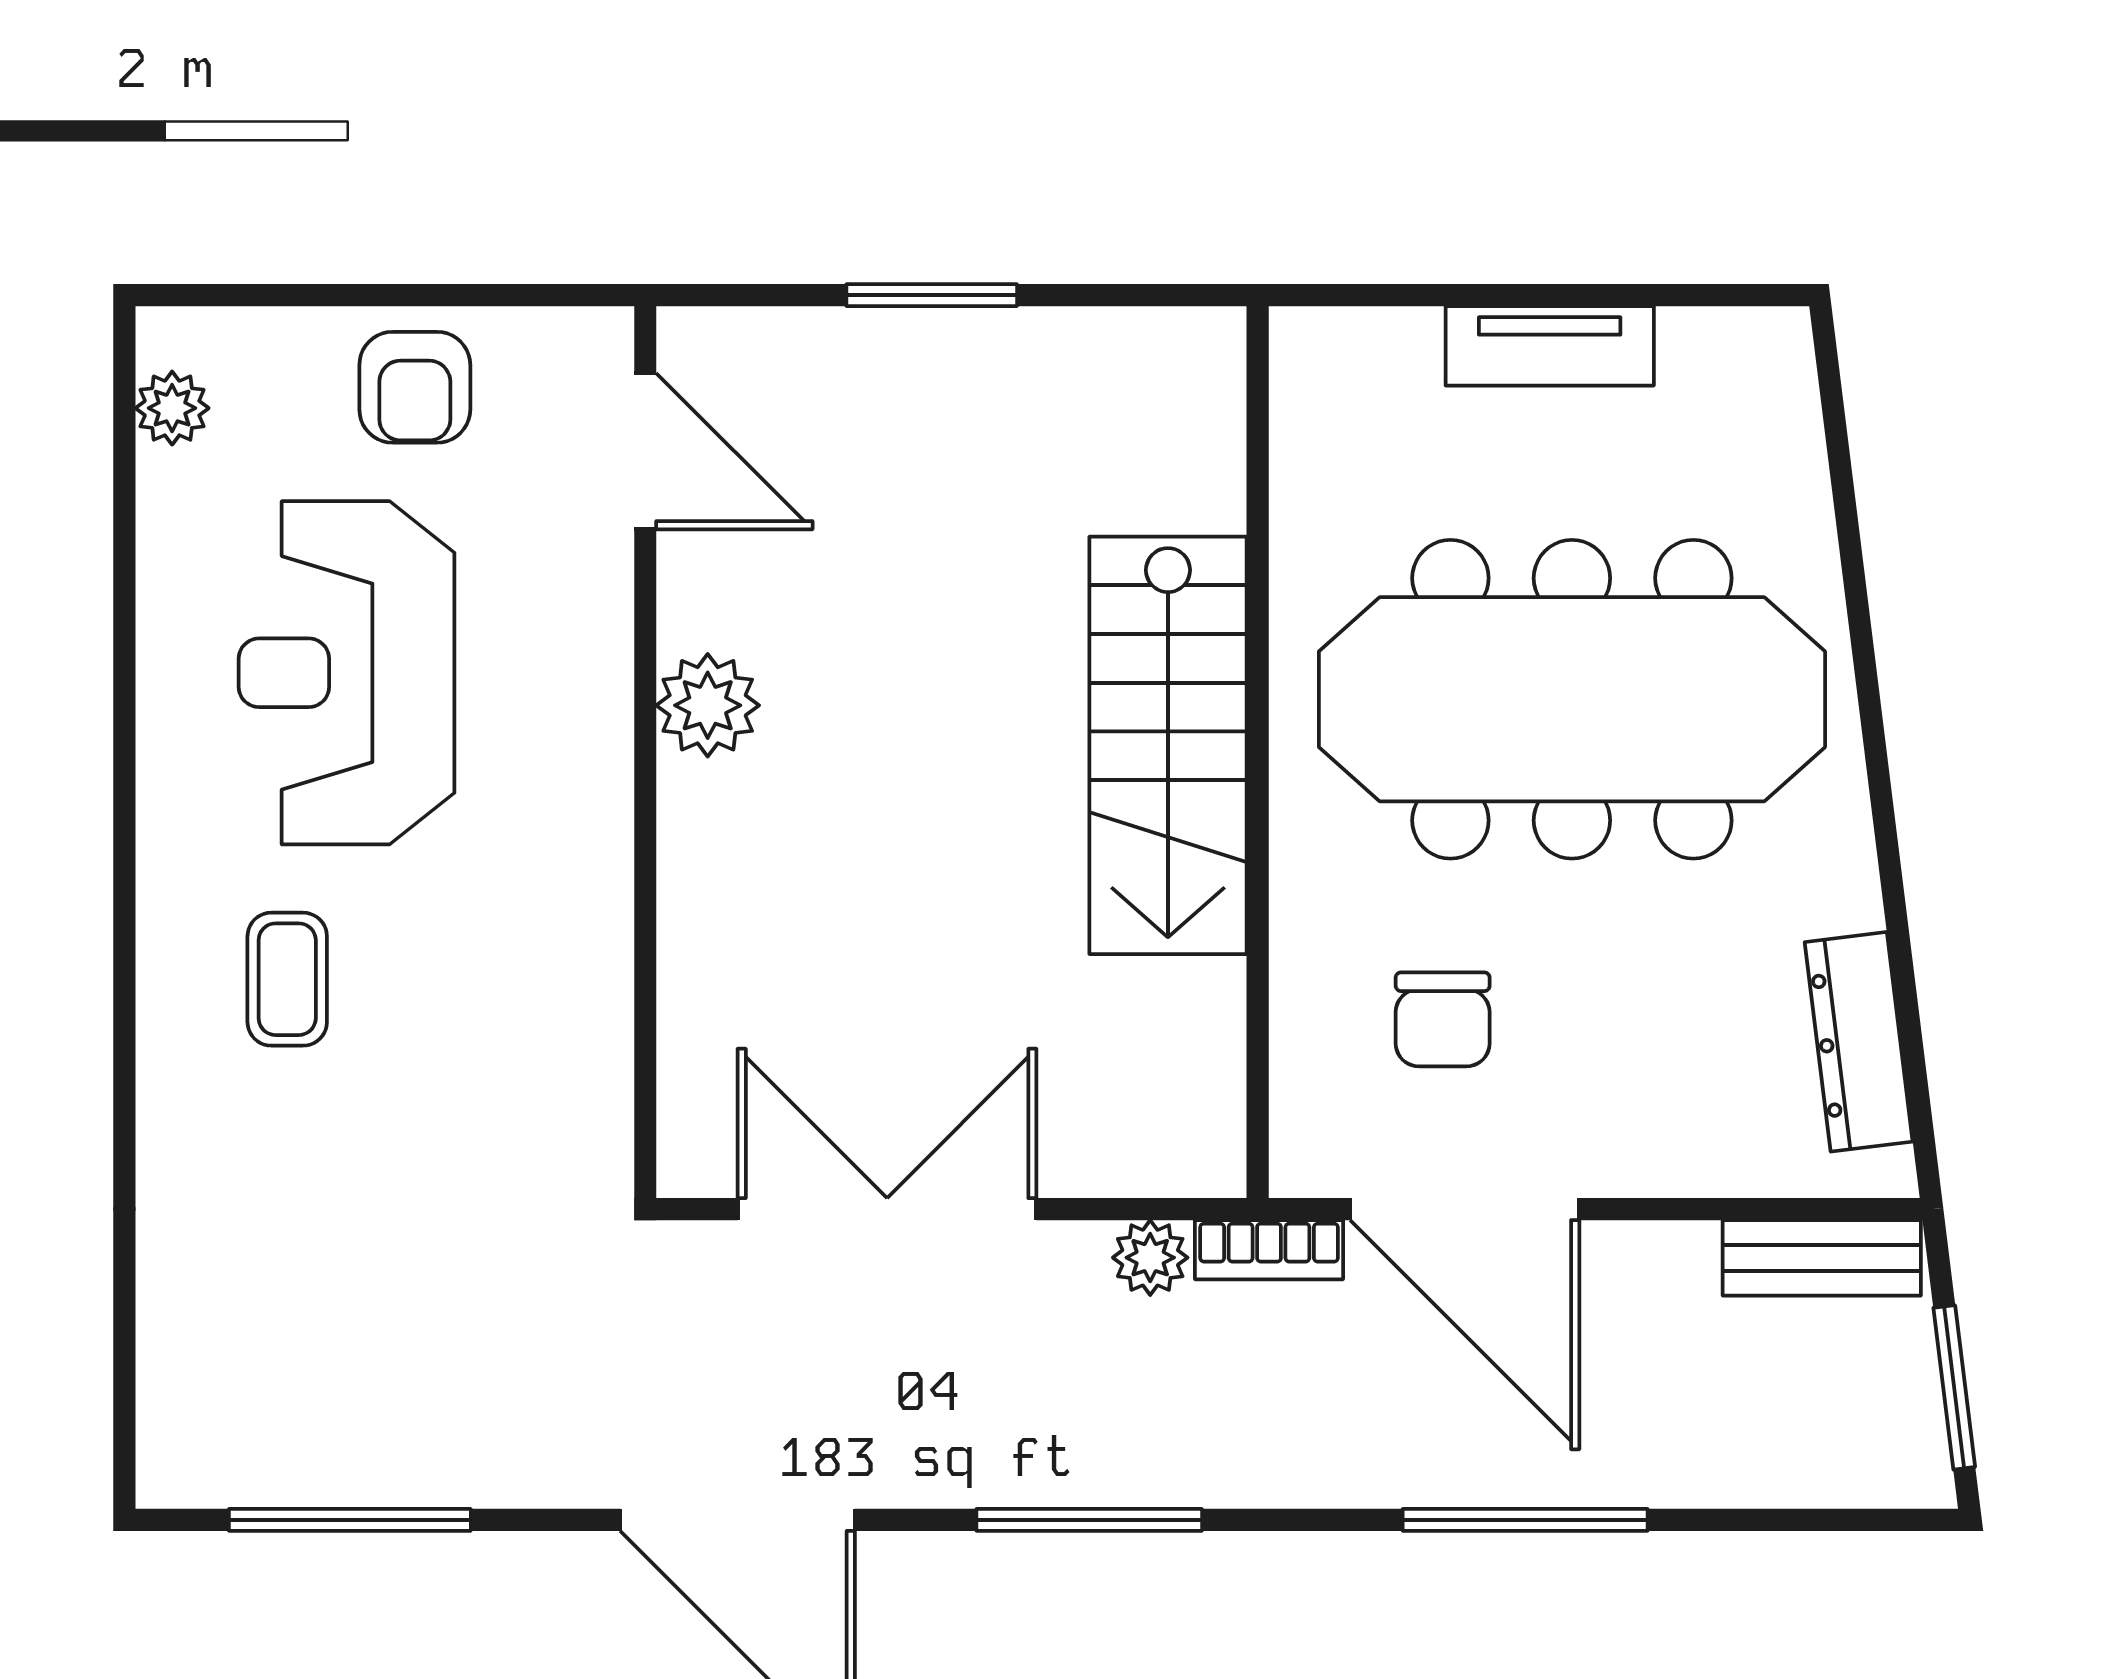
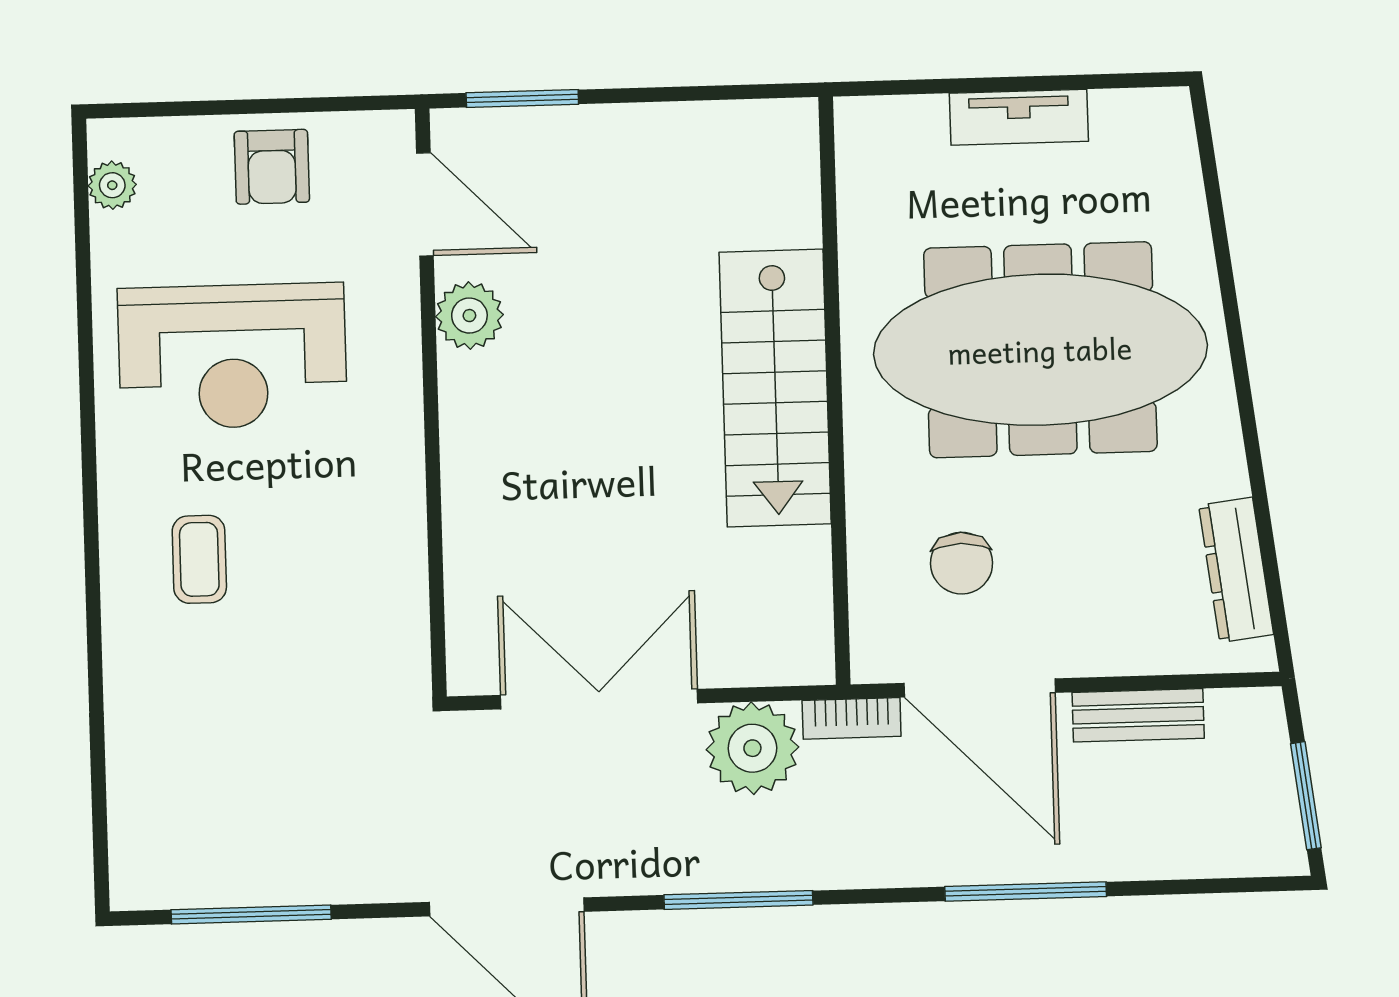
window: (932, 295) -> (522, 99), moved
reception desk: (347, 673) -> (232, 356), turned -90
plant: (708, 705) -> (469, 316), moved
plant: (1150, 1258) -> (752, 748), width x1.88, depth x1.88
bench: (1822, 1258) -> (1138, 715), moved

